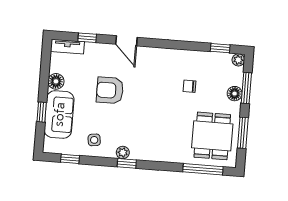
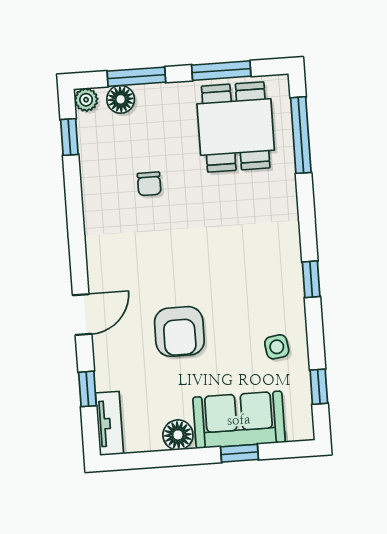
floor lamp: (235, 94) -> (121, 99), moved
dining table: (212, 136) -> (236, 127), turned 90
plant: (123, 153) -> (292, 290), removed

